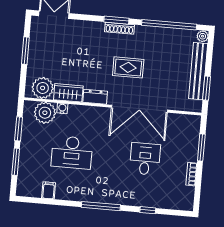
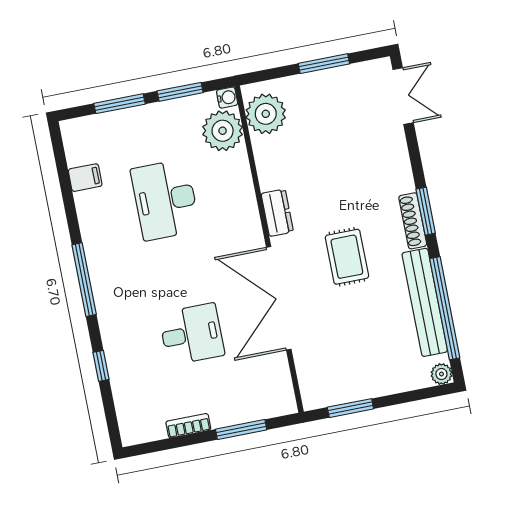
bench: (198, 71) -> (425, 302), moved, turned 90
wardrobe: (68, 93) -> (270, 163), removed
water cooler: (62, 108) -> (227, 98), moved

